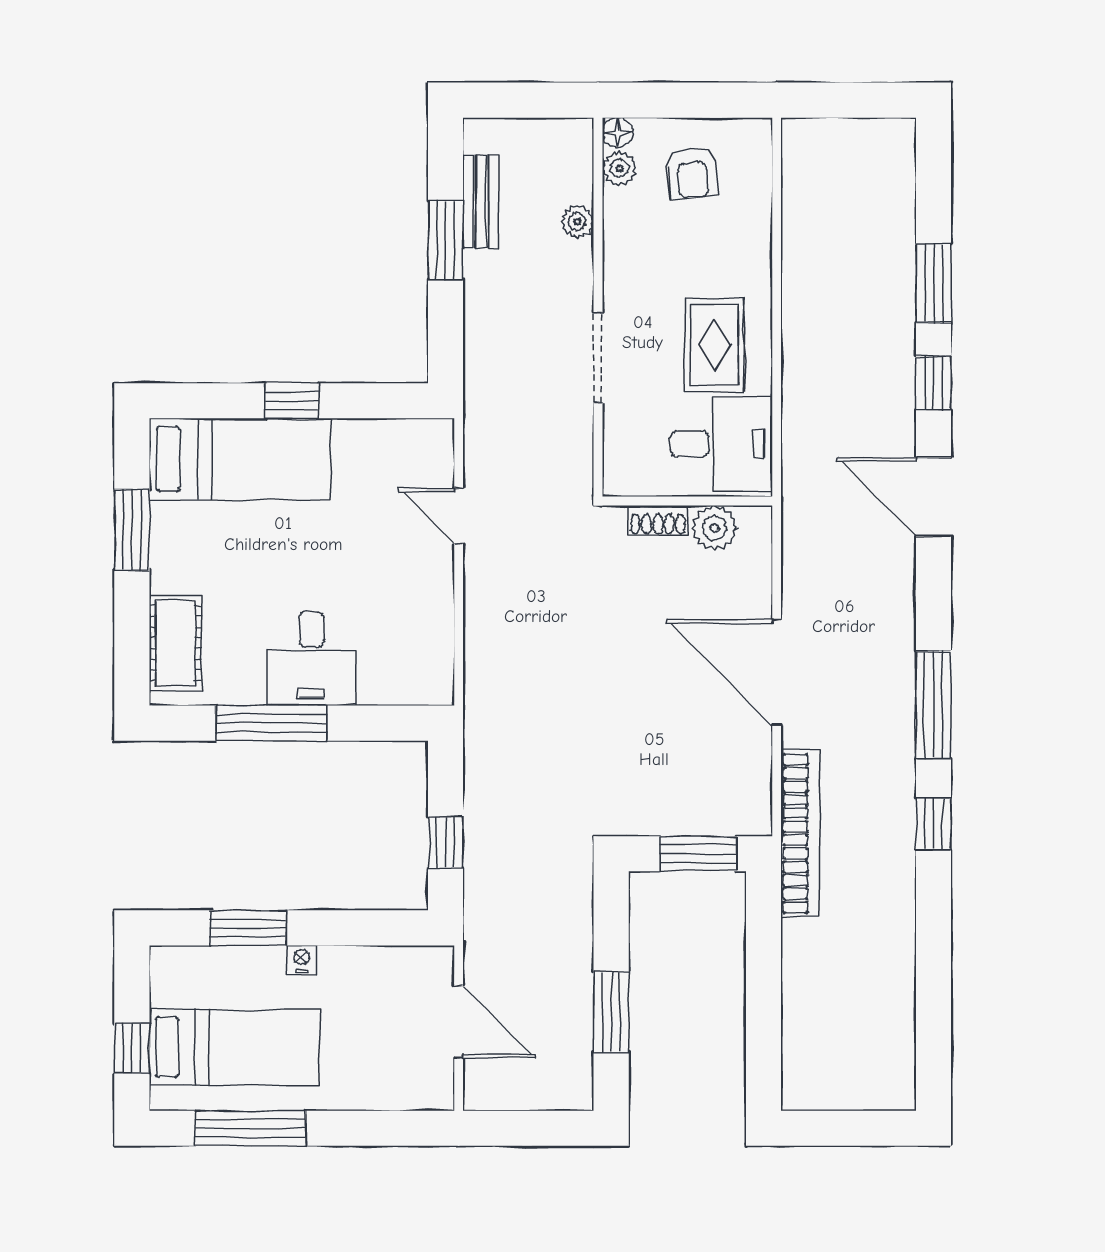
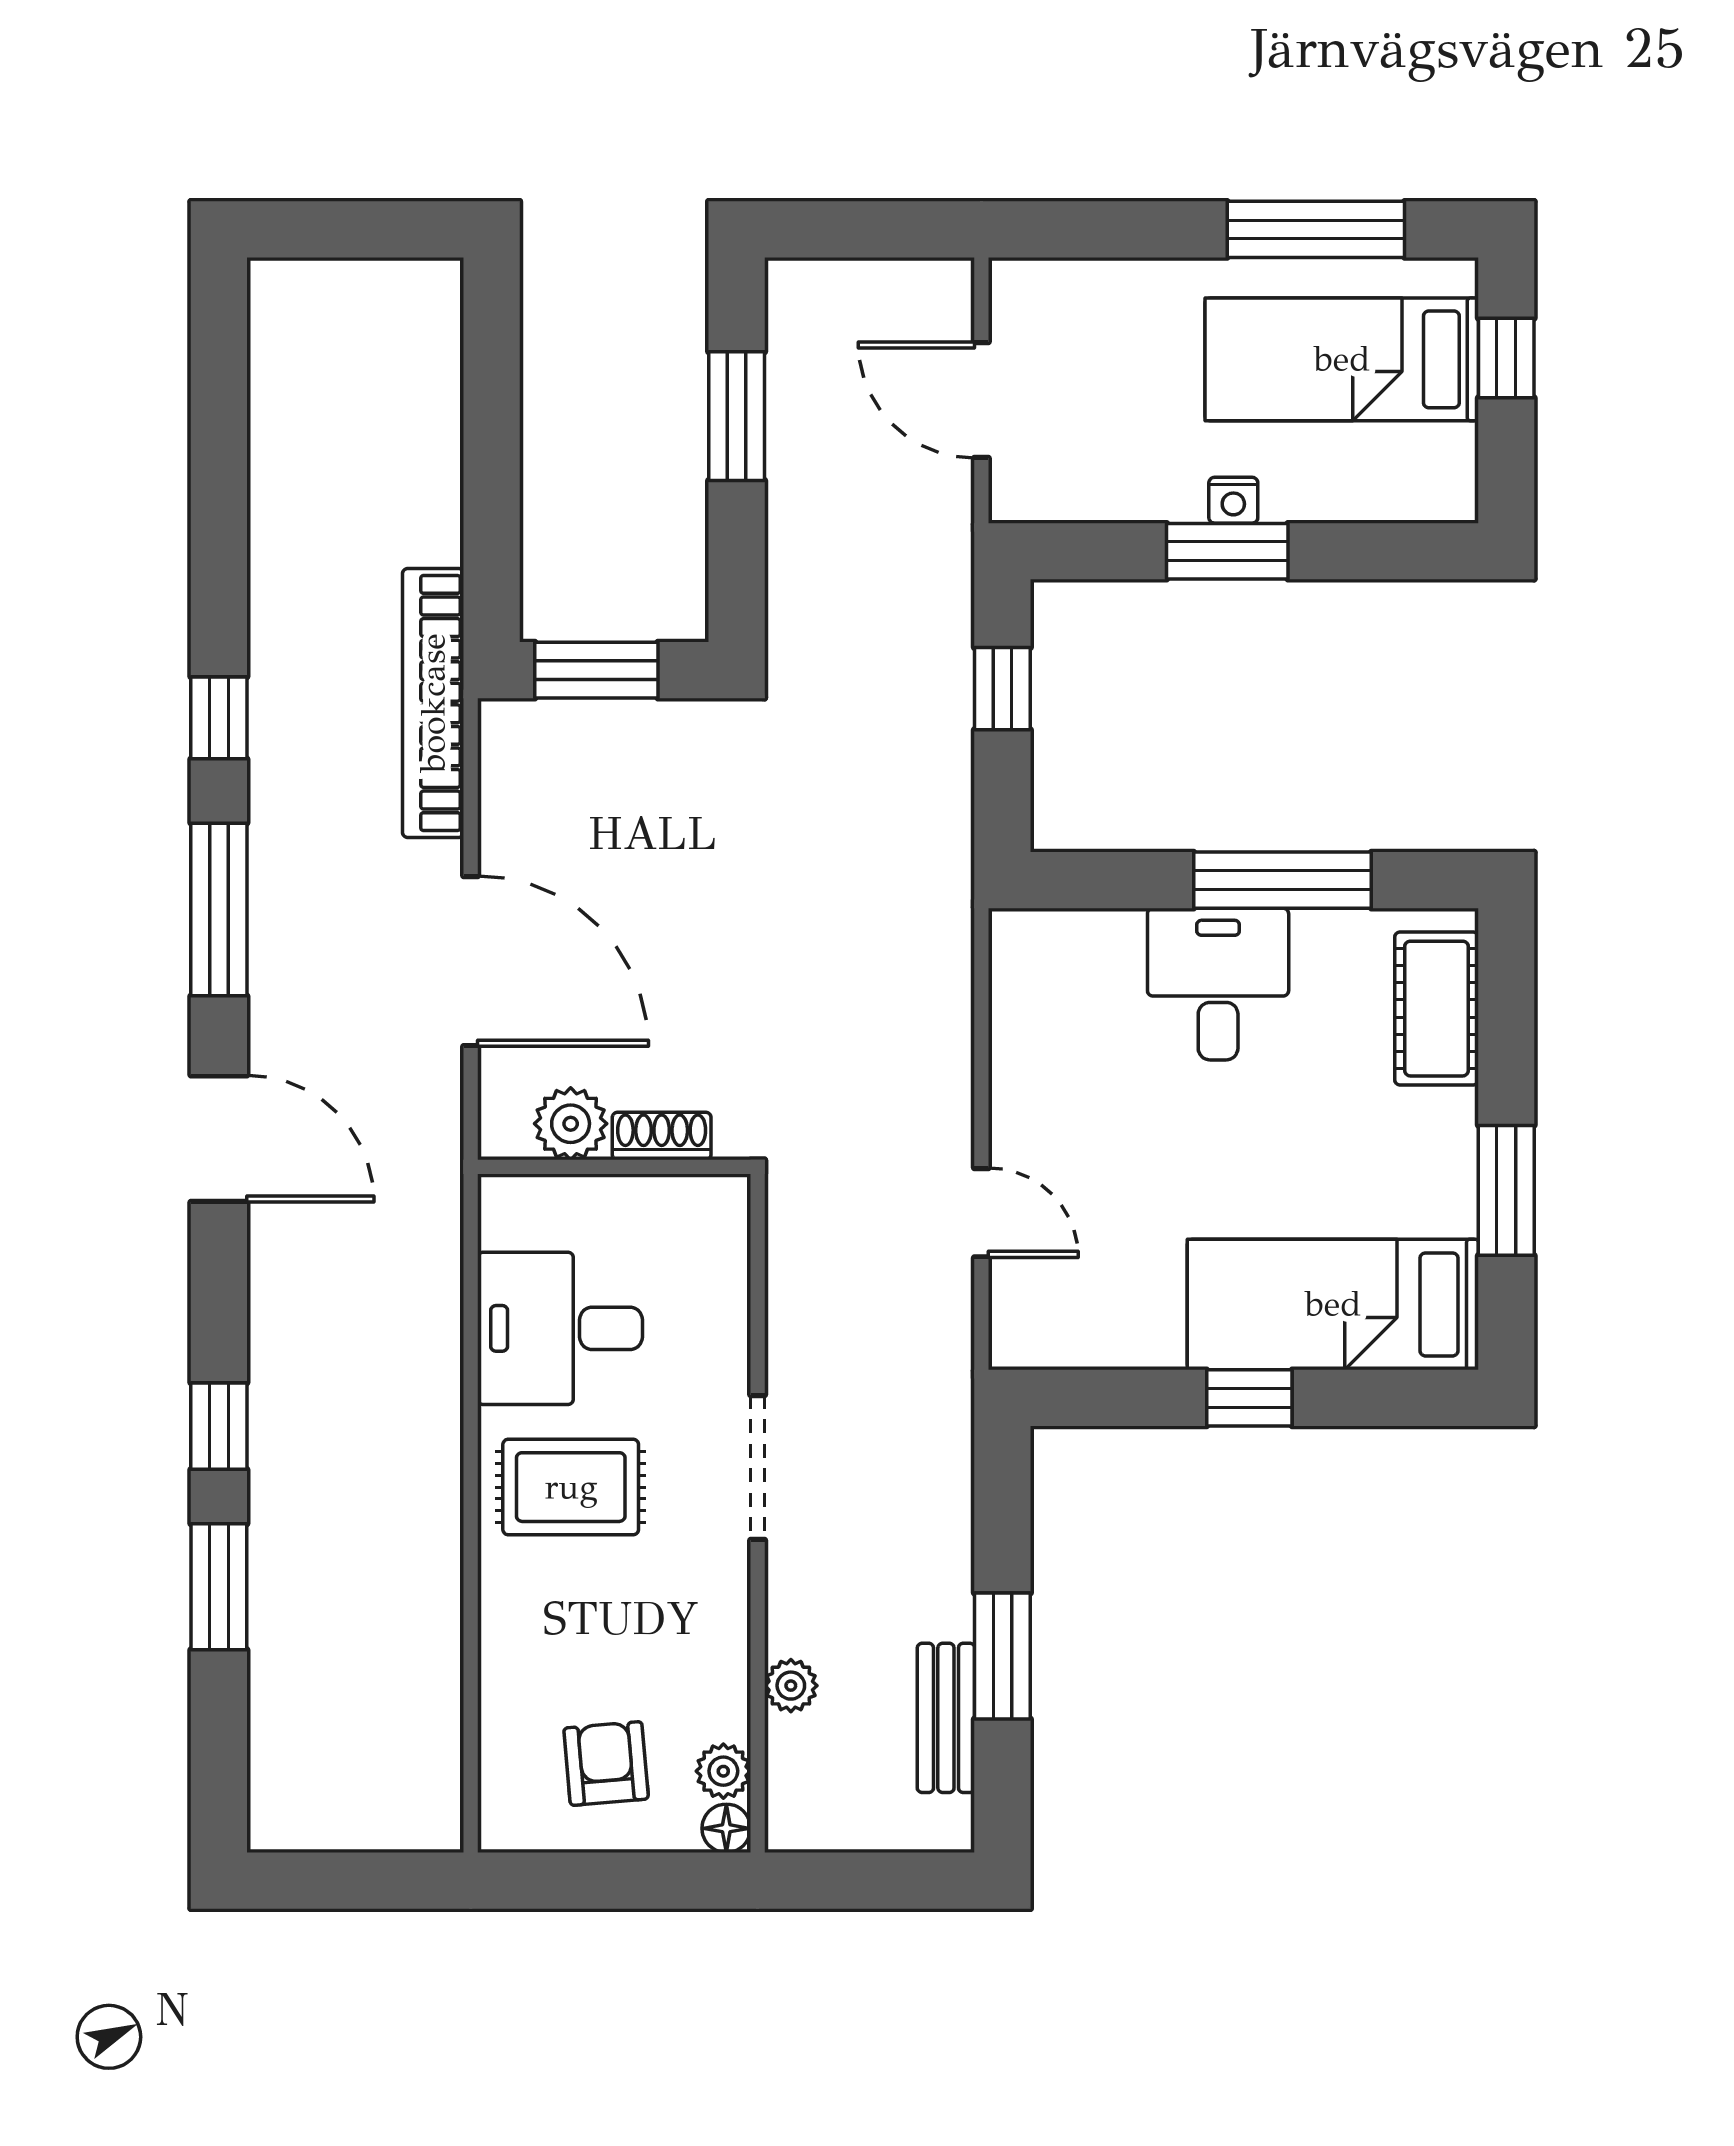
rug: (714, 345) -> (571, 1487), turned 90
door: (933, 497) -> (219, 1139), moved
wall: (687, 501) -> (614, 1167), moved
shoe rack: (658, 520) -> (662, 1136), moved
plant: (714, 528) -> (571, 1124), moved
window: (248, 928) -> (1227, 551), moved

